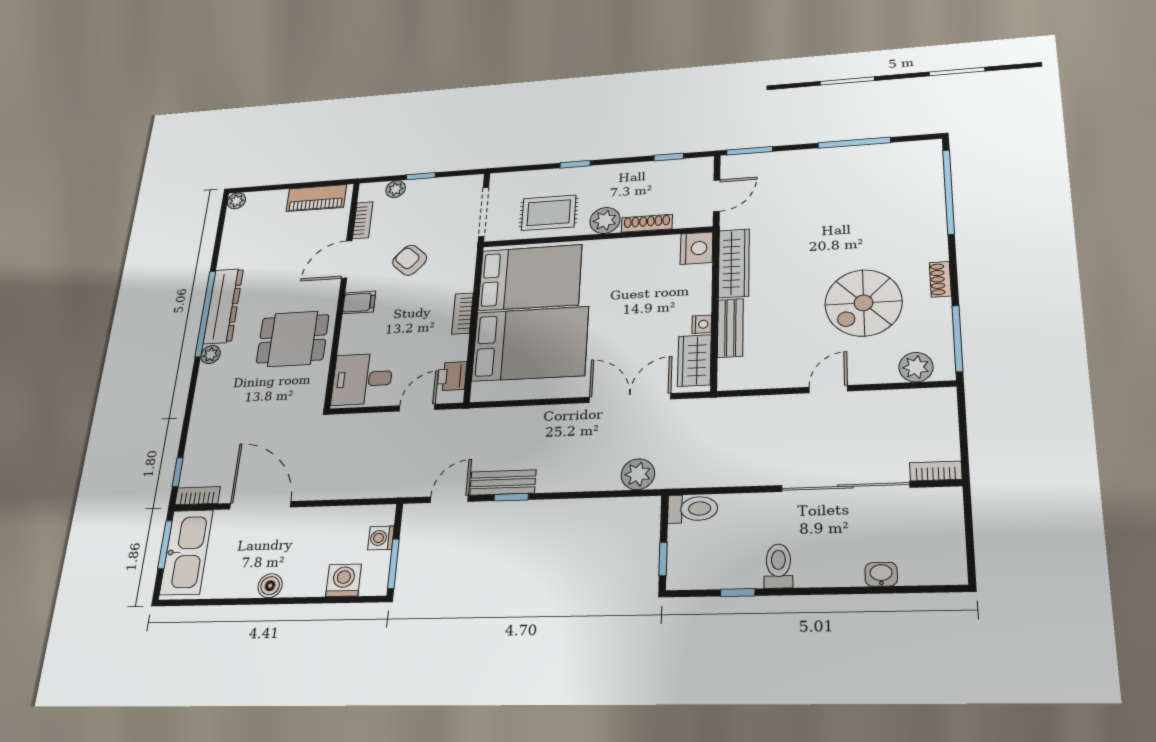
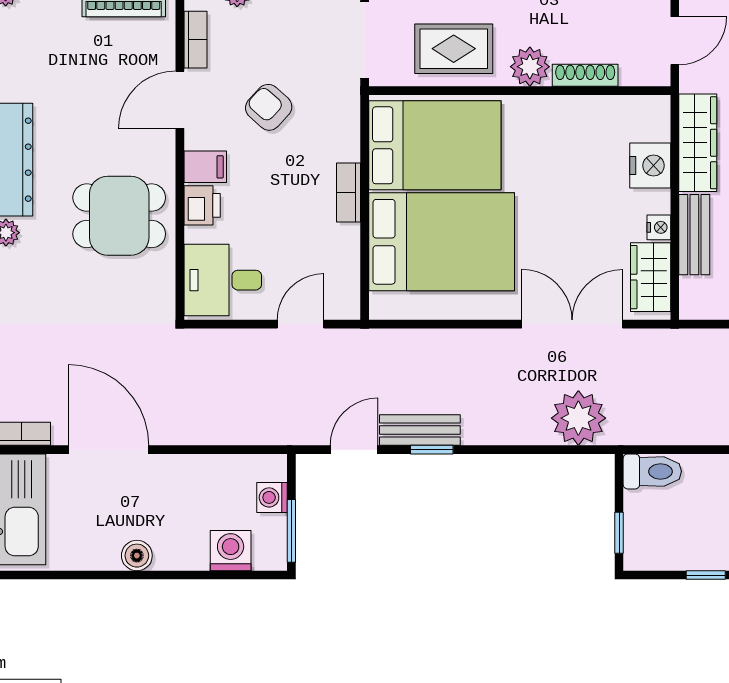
nightstand: (697, 248) -> (650, 166), moved
printer: (452, 376) -> (202, 205), moved, turned 180
plant: (638, 474) -> (578, 418), width x1.36, depth x1.36

